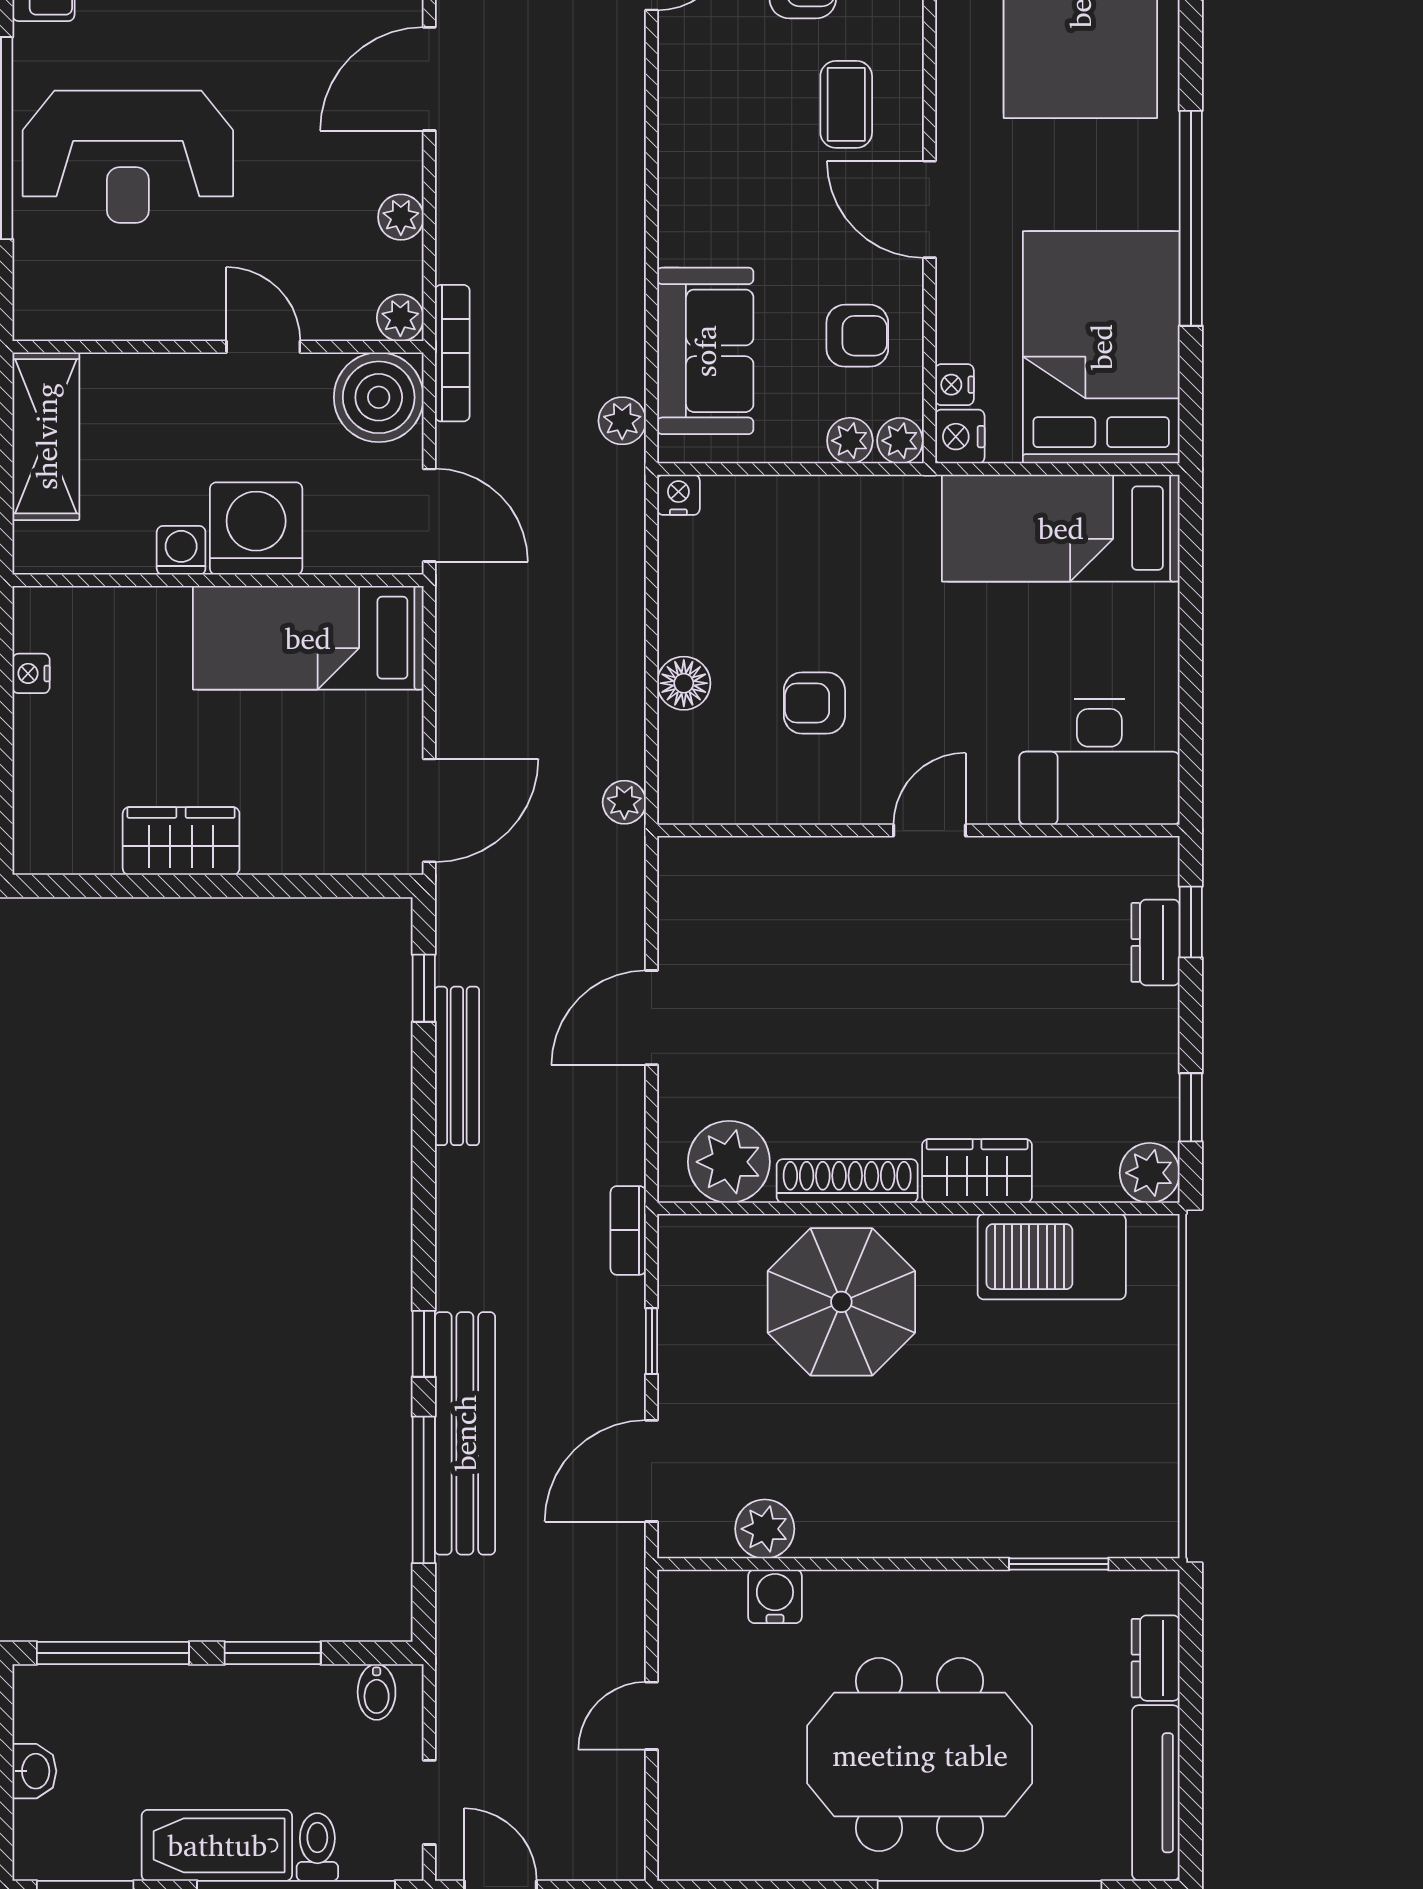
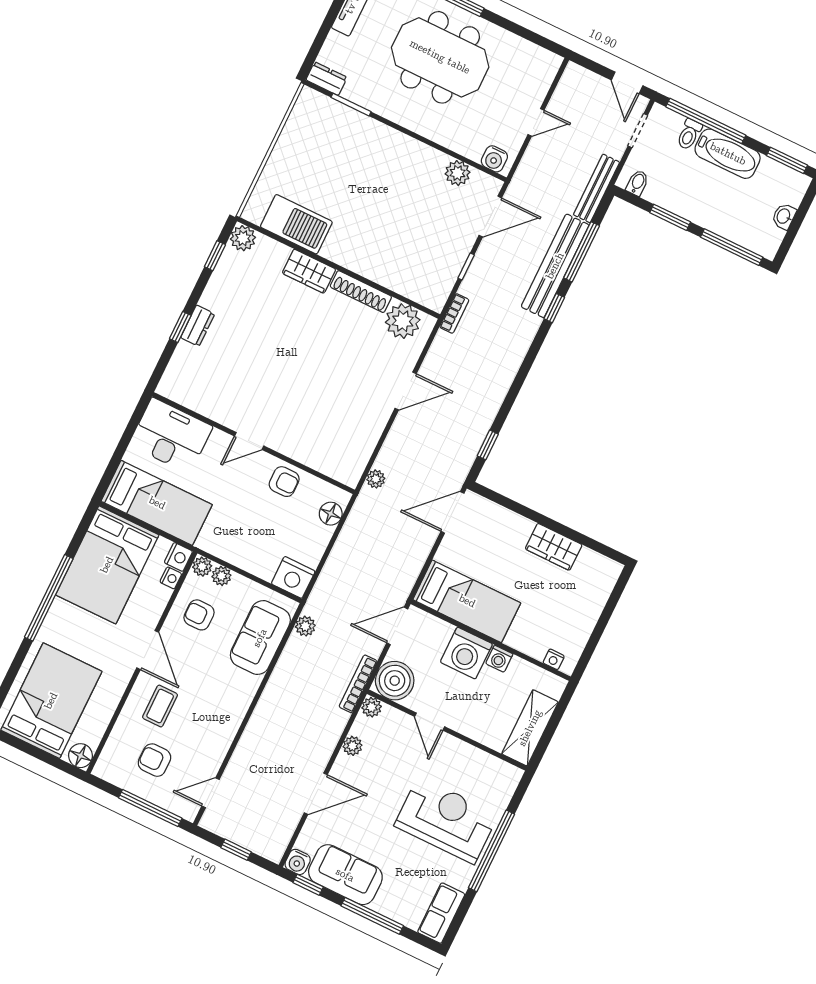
nightstand: (678, 495) -> (293, 577), width x1.89, depth x1.79
door: (429, 515) -> (397, 626), hinge flipped
nightstand: (31, 673) -> (554, 659), moved, turned 90
desk: (1099, 762) -> (171, 436), moved
wall: (918, 830) -> (253, 443), moved
door: (929, 830) -> (249, 441), moved
bench: (457, 1066) -> (596, 188), moved
parasol: (841, 1302) -> (386, 246), removed
water cooler: (775, 1596) -> (494, 159), moved
dresser: (1156, 1658) -> (326, 79), moved, turned -90

